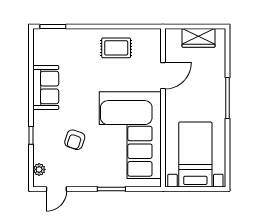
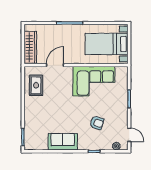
wardrobe: (199, 38) -> (30, 47), width x1.50
rug: (116, 48) -> (36, 85), moved
door: (163, 76) -> (55, 65), hinge flipped
corner sofa: (130, 135) -> (94, 81), width x0.73, depth x0.74

